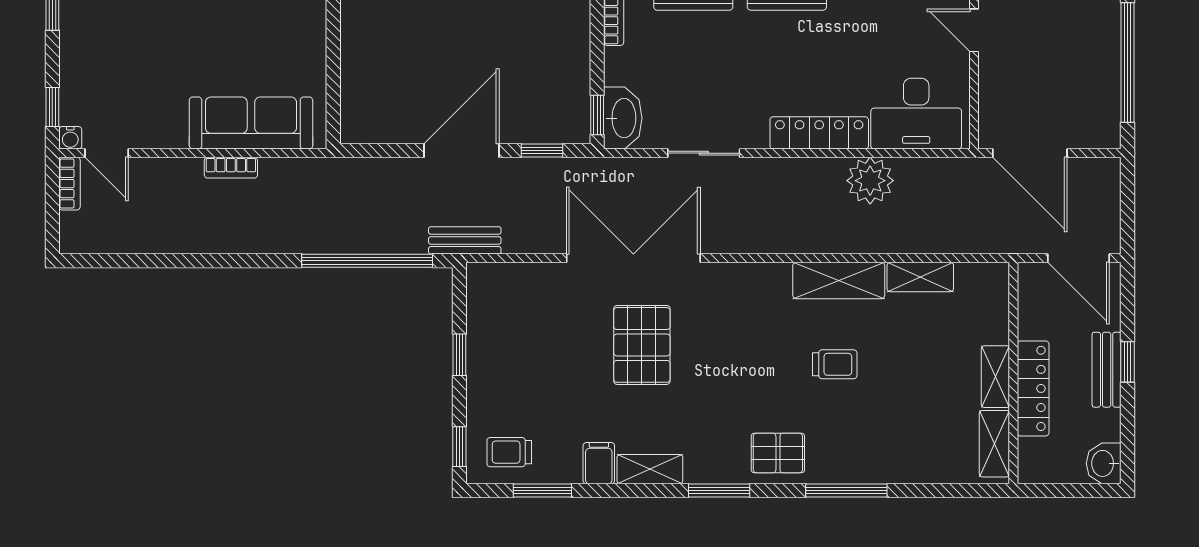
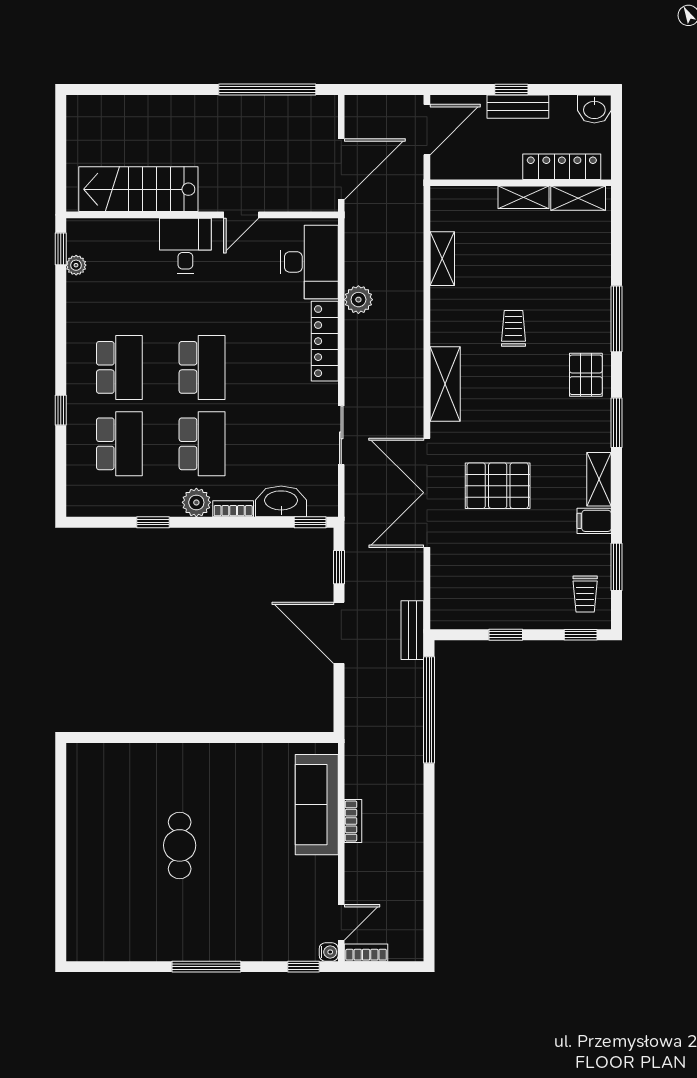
washbasin: (623, 118) -> (281, 501), moved
plant: (870, 181) -> (358, 300), width x0.73, depth x0.73
shelving: (839, 280) -> (445, 384), moved
locker: (1033, 388) -> (562, 167), moved

